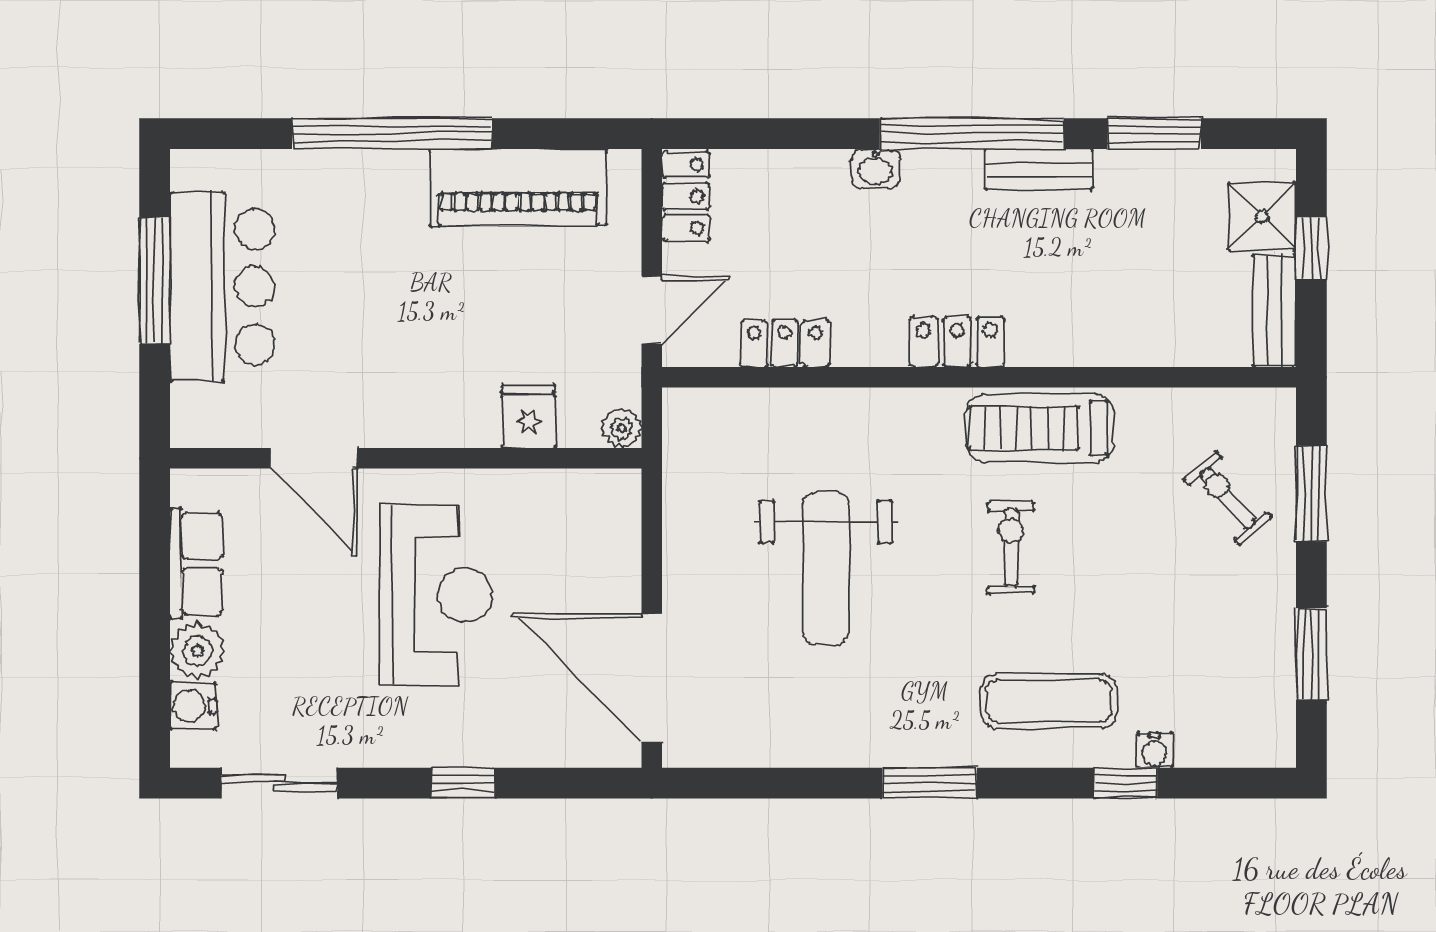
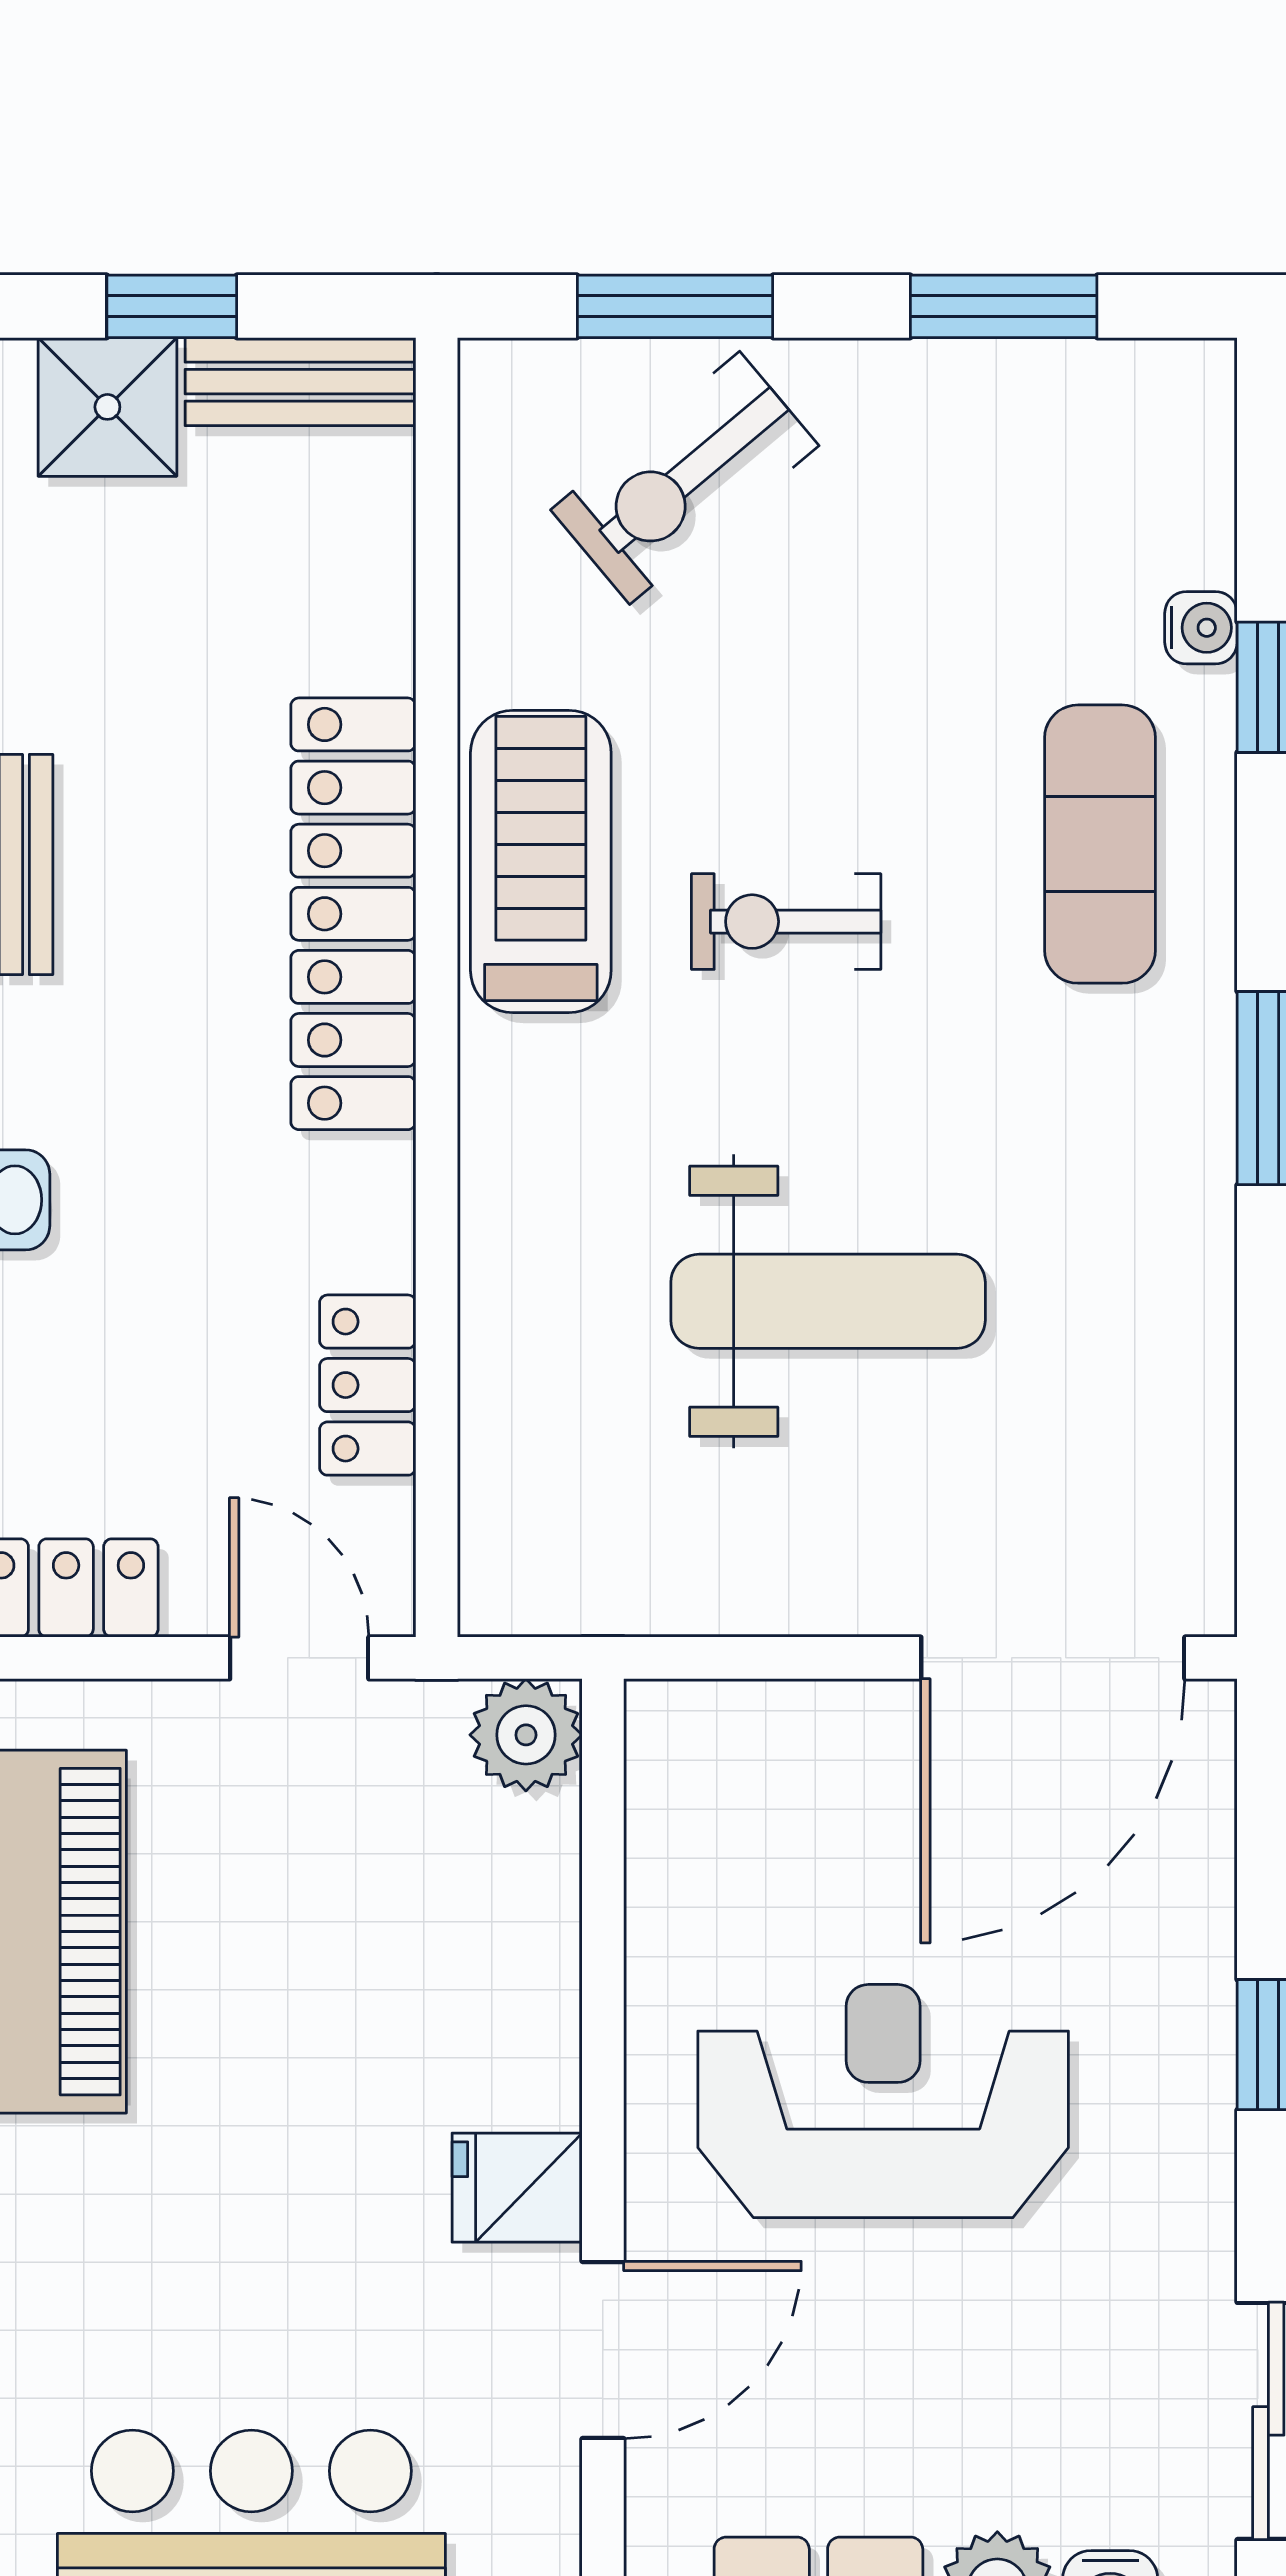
locker: (957, 342) -> (353, 914), width x2.16, depth x1.21
fridge: (528, 416) -> (517, 2188), moved
plant: (622, 428) -> (526, 1735), width x1.38, depth x1.38
treadmill: (1040, 428) -> (541, 862), turned 180
exercise bike: (1228, 498) -> (685, 478), width x1.38, depth x1.39

